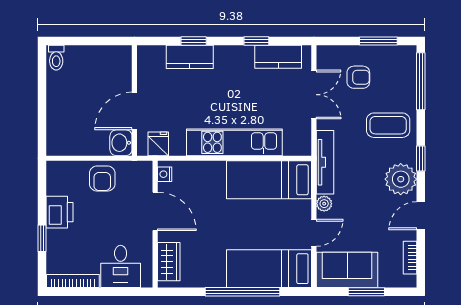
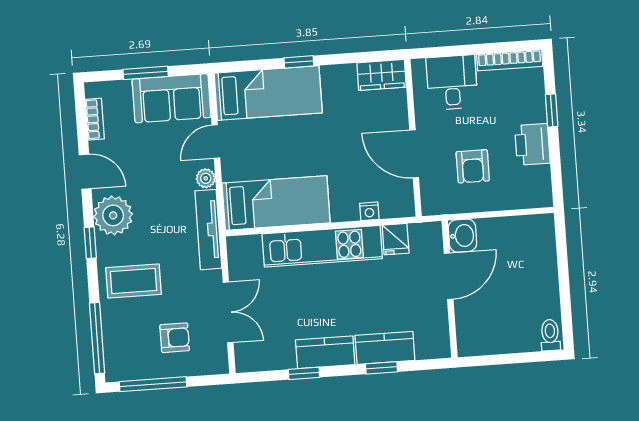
window: (378, 41) -> (153, 384), width x1.44
kitchen counter: (278, 57) -> (325, 352), moved
armchair: (358, 77) -> (175, 338), turned 180
double door: (314, 95) -> (228, 312), swing flipped
fridge: (158, 144) -> (396, 239), moved
nightstand: (165, 174) -> (369, 211), moved, turned 90
armchair: (102, 179) -> (473, 166), moved, turned 180
door: (421, 216) -> (85, 172), hinge flipped
wardrobe: (169, 262) -> (382, 75), moved, turned -90
window: (243, 292) -> (299, 62), width x0.32

